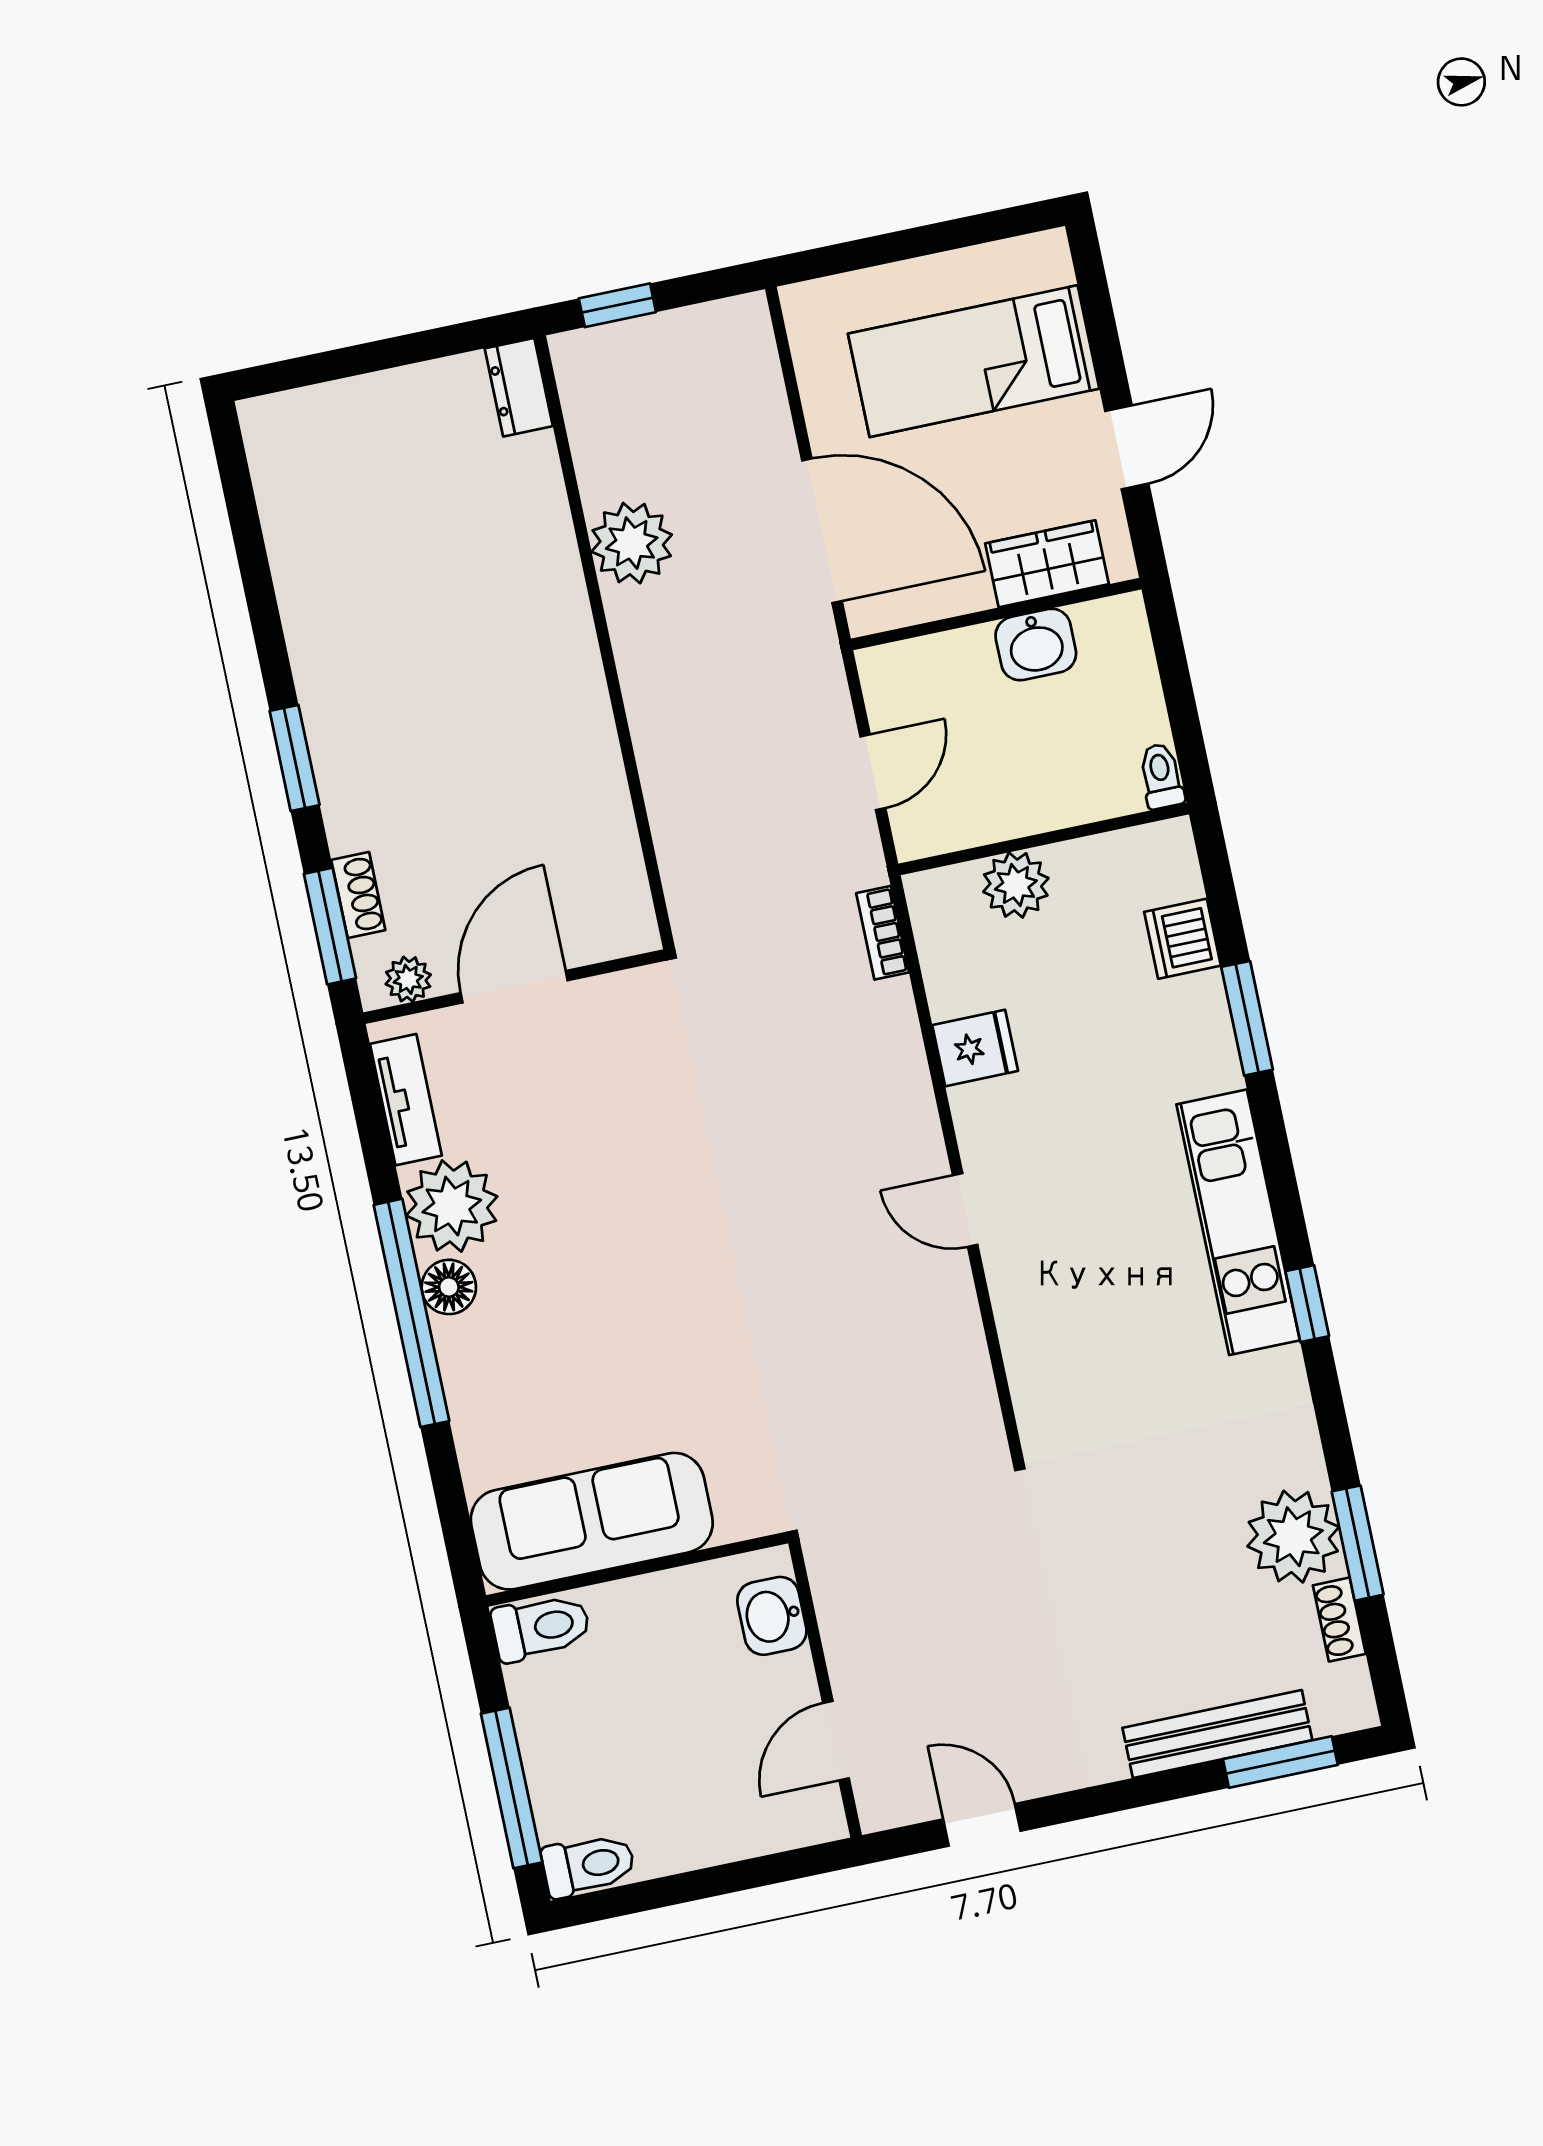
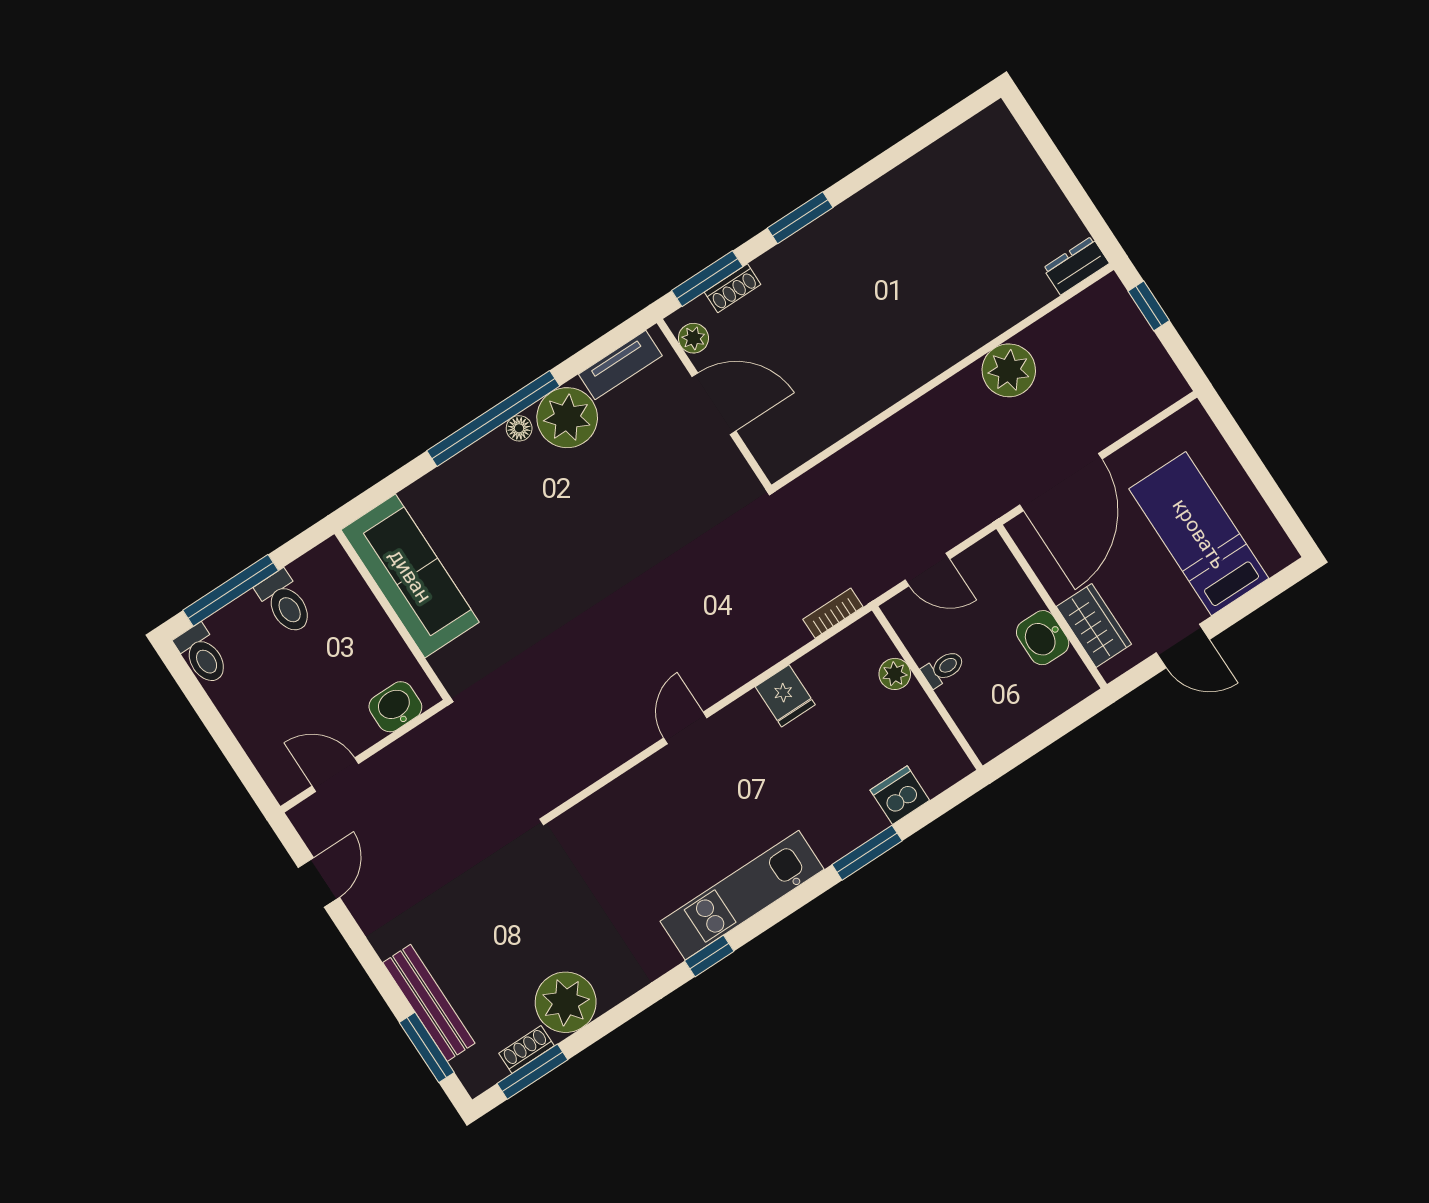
toilet: (1161, 776) -> (943, 668), moved
plant: (1016, 885) -> (895, 674), width x0.73, depth x0.73
floor lamp: (449, 1287) -> (519, 428), width x0.73, depth x0.73
window: (1358, 1543) -> (532, 1072), moved
toilet: (541, 1627) -> (285, 603), moved

